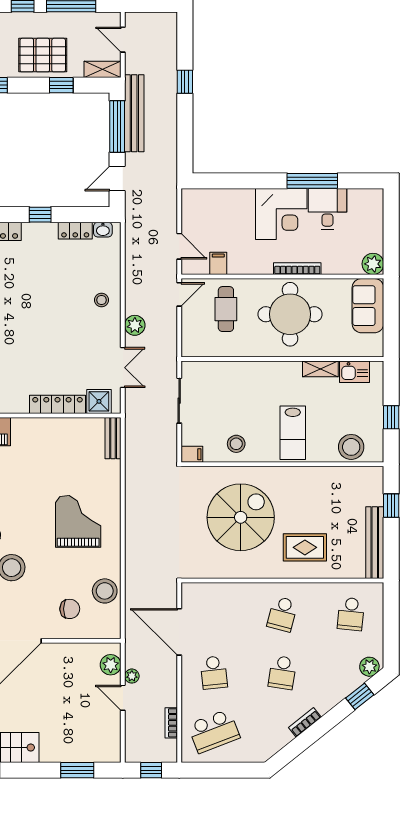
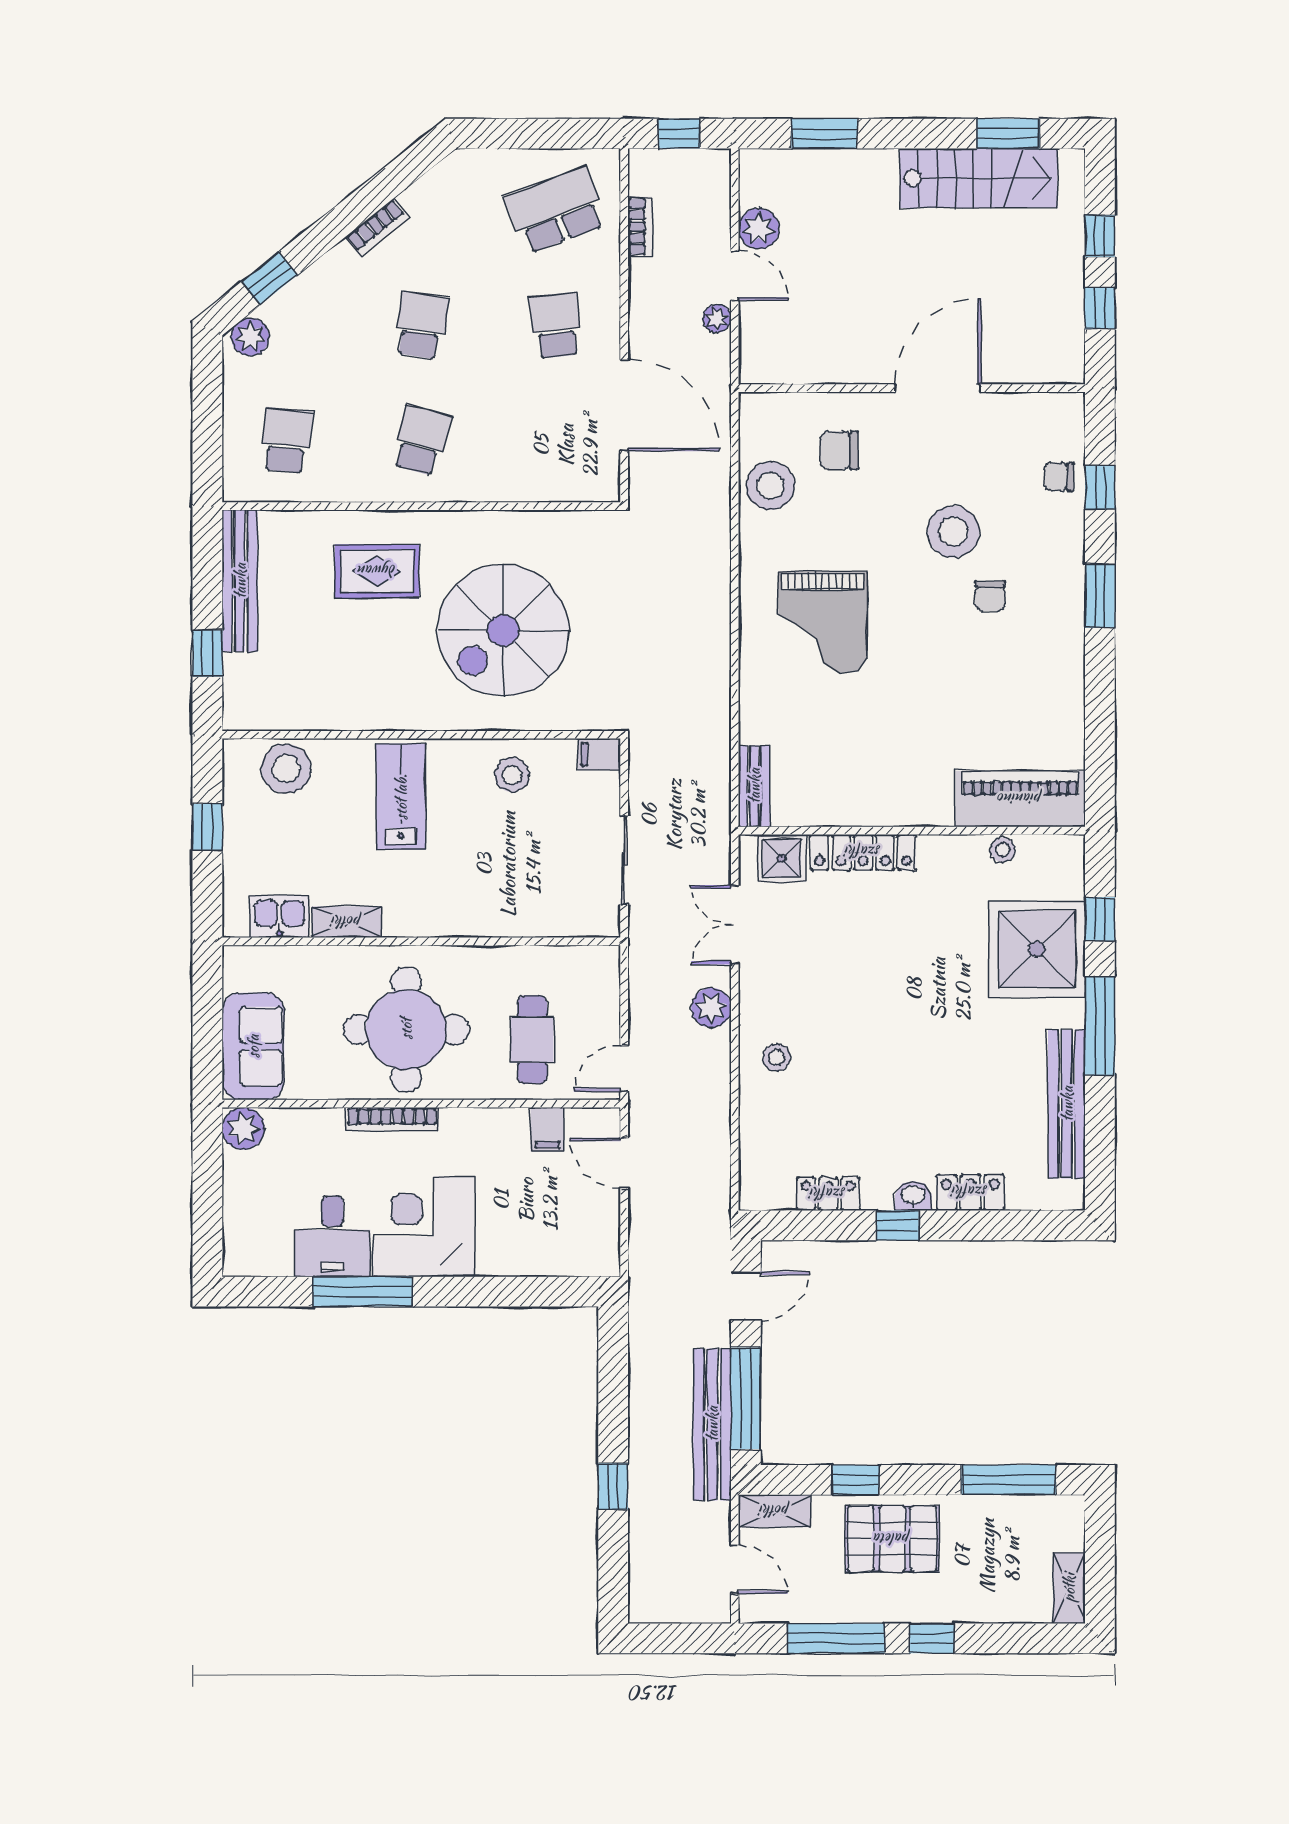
washbasin: (103, 230) -> (913, 1196), moved
plant: (111, 665) -> (759, 229), moved

